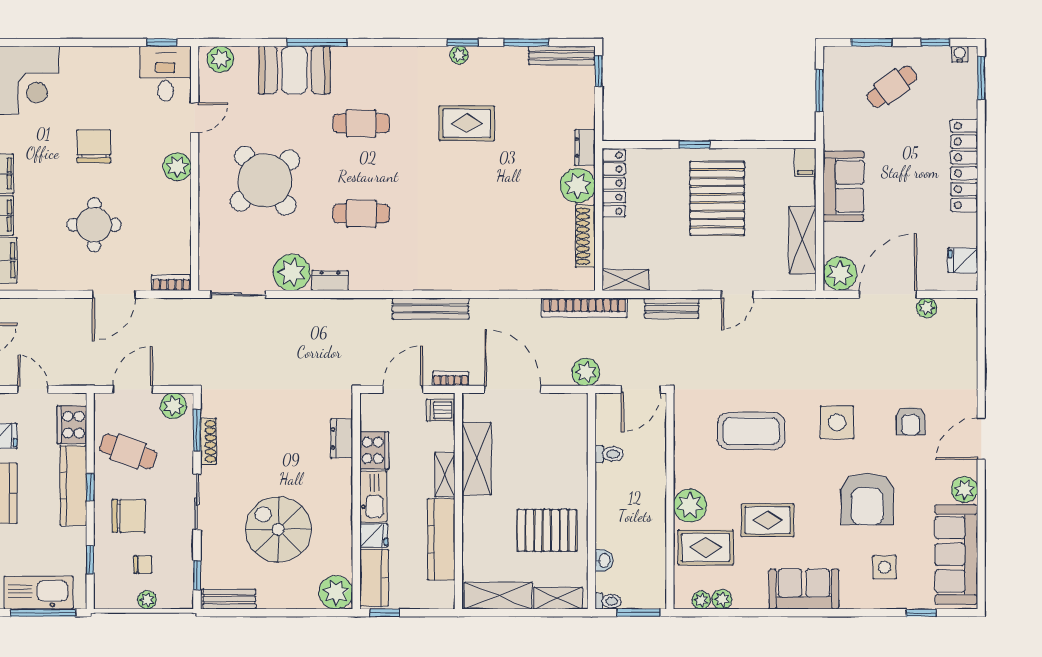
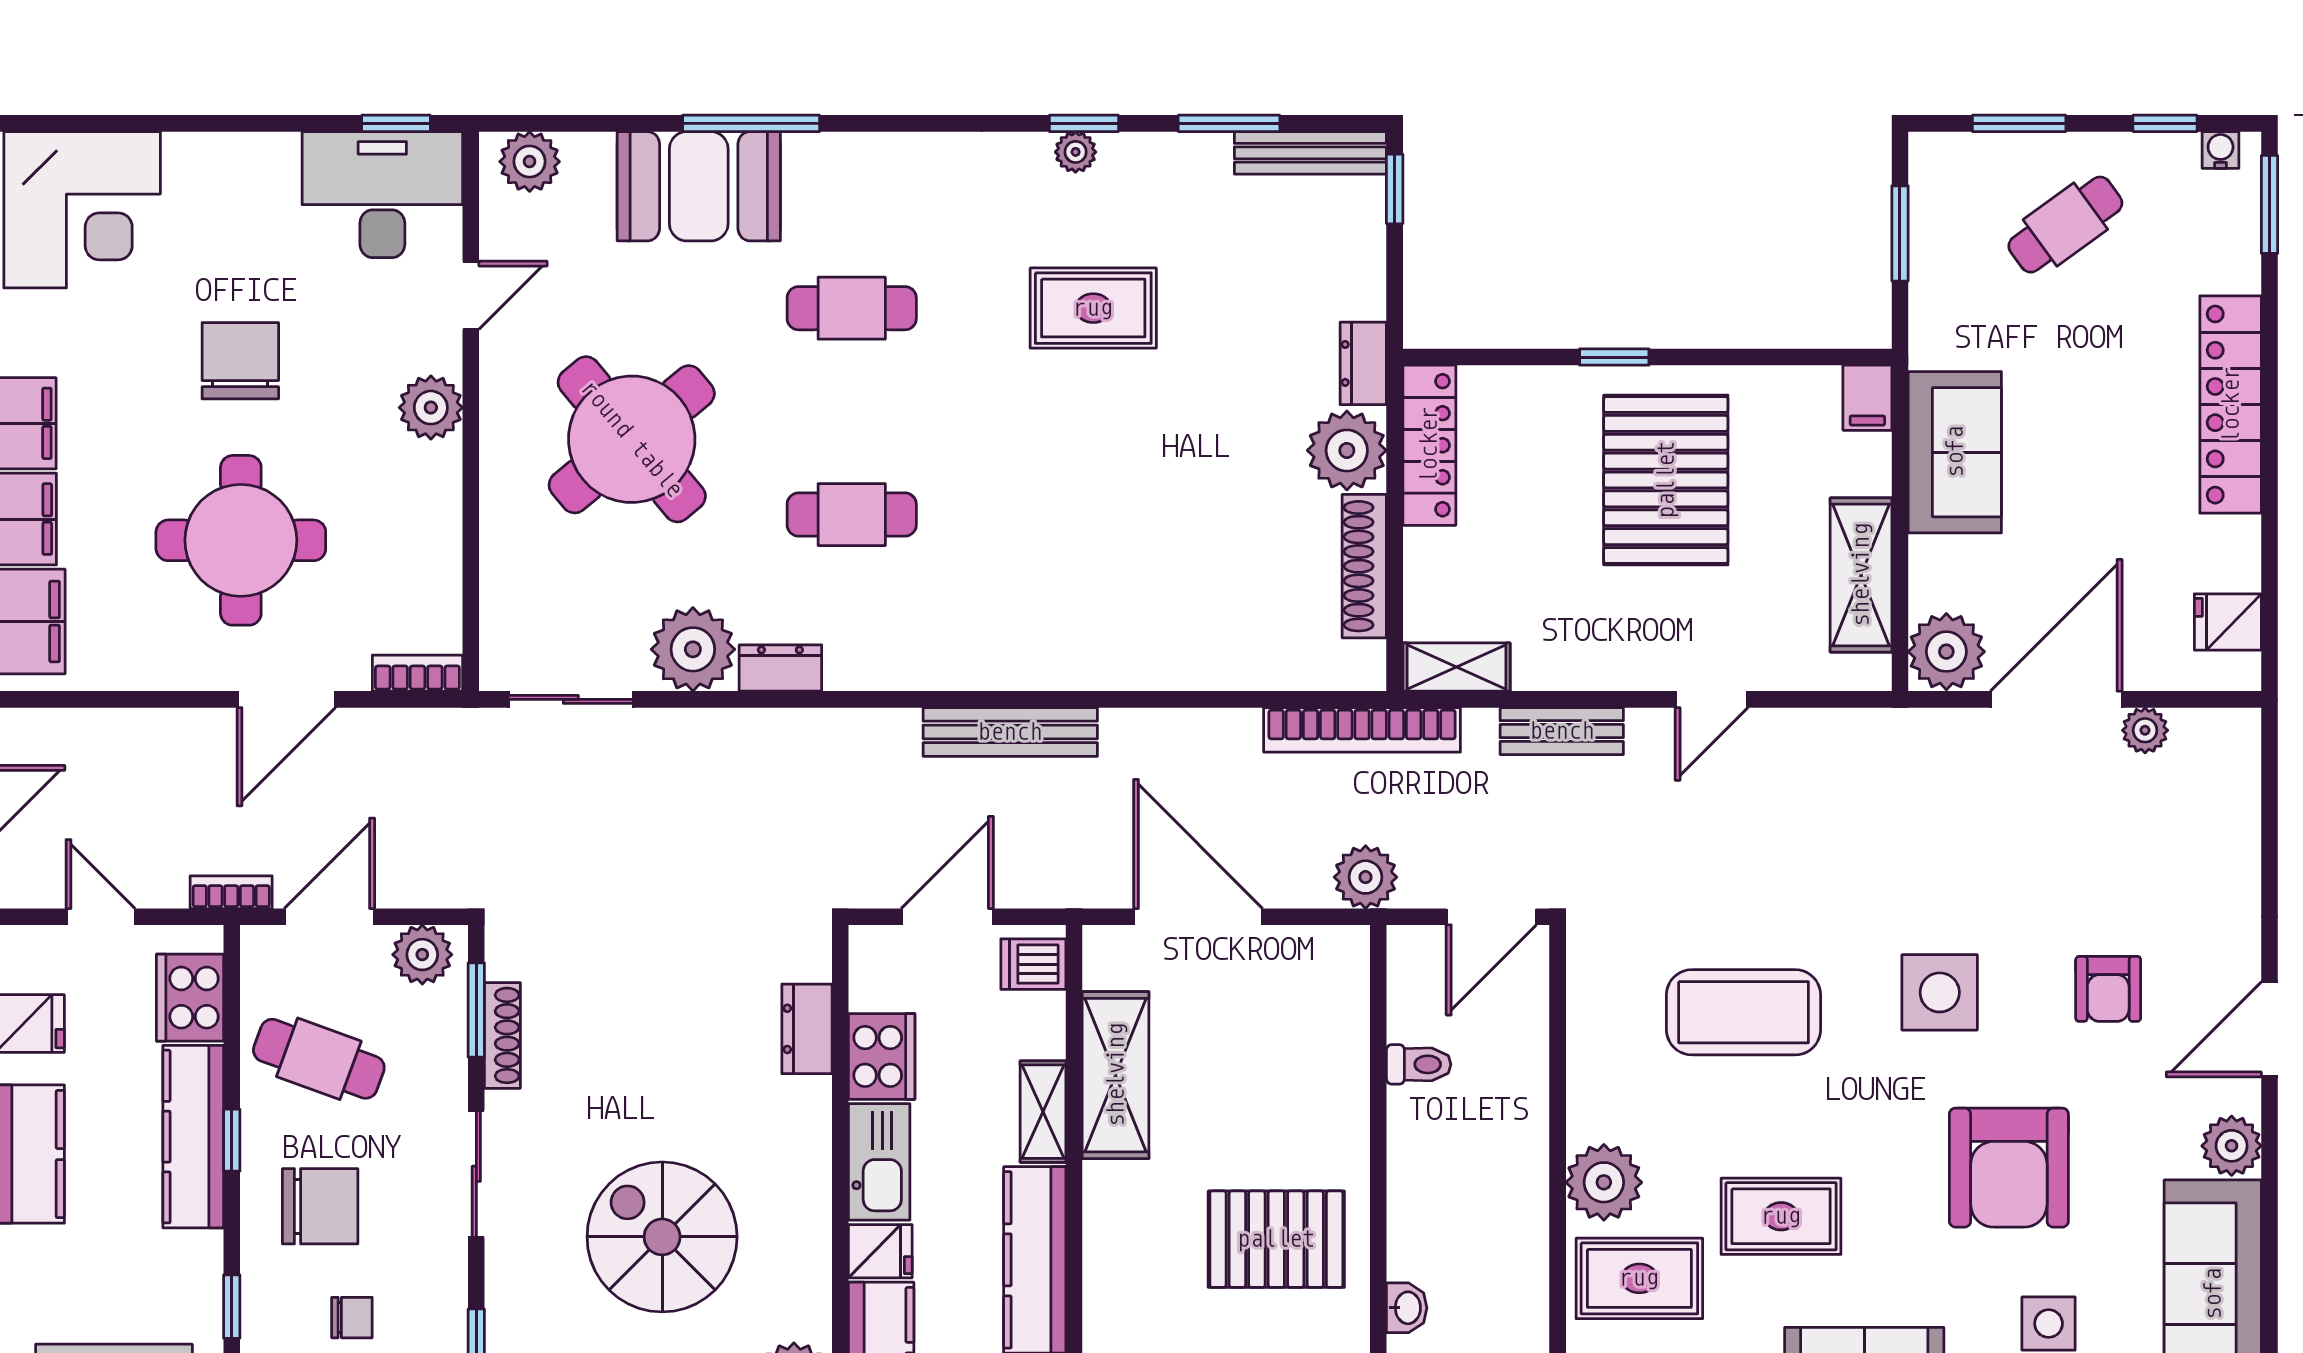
desk: (165, 74) -> (382, 195), width x1.37
round table: (94, 225) -> (241, 540), width x1.36, depth x1.36
bookcase: (451, 379) -> (231, 892), moved

